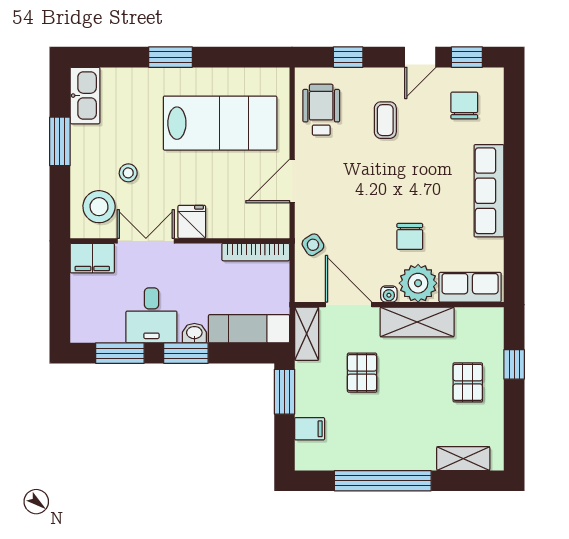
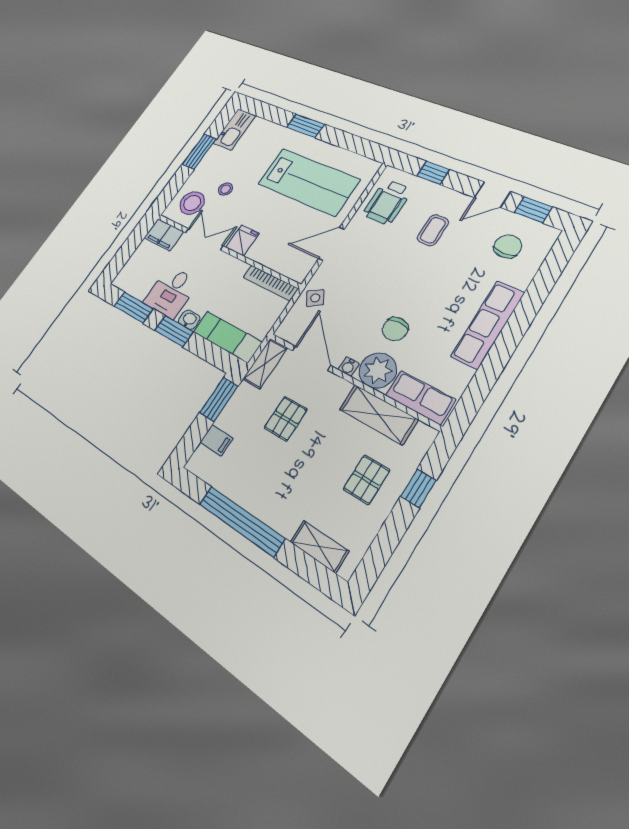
wheelchair: (321, 110) -> (387, 202), turned 180
shelving: (417, 322) -> (378, 414), moved

